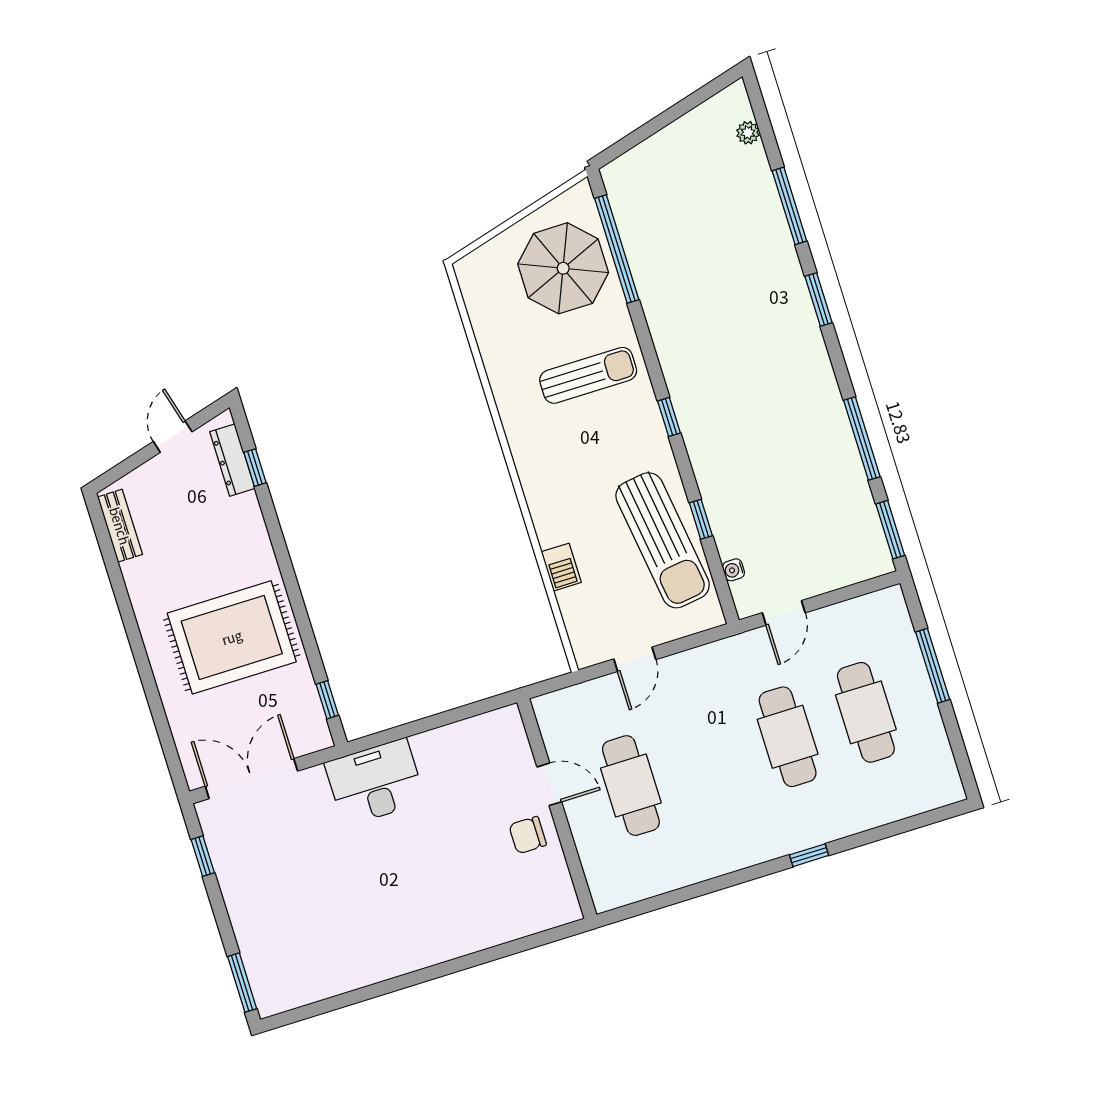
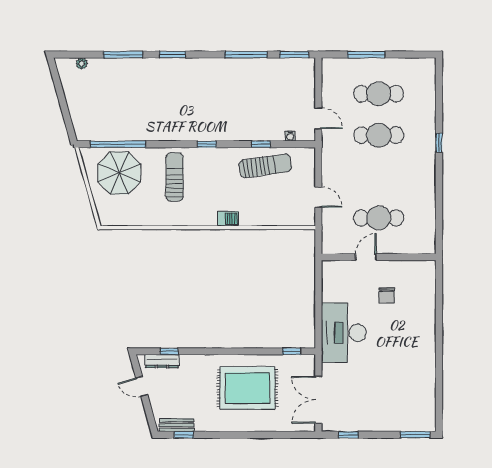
sun lounger: (663, 540) -> (265, 166), width x0.73, depth x0.75
window: (106, 545) -> (184, 435), added
barbecue: (561, 567) -> (228, 219), moved
rug: (232, 637) -> (247, 388), turned 90
desk: (375, 782) -> (344, 333), width x1.36, depth x1.30
chair: (528, 835) -> (387, 295), moved

